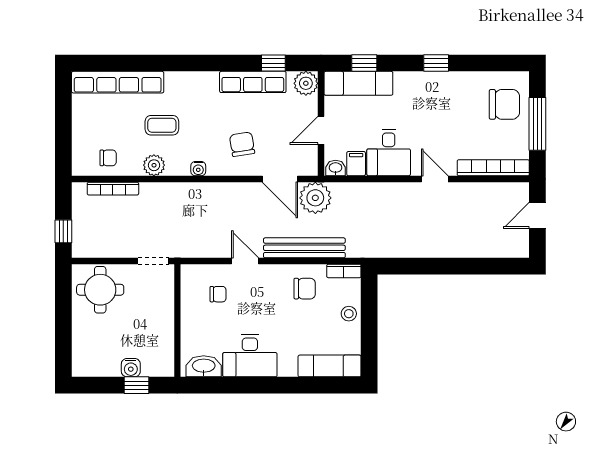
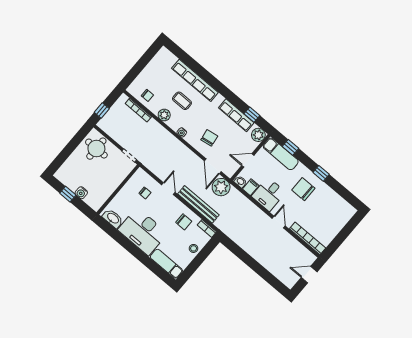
row of seats: (118, 82) -> (195, 80), moved
chair: (504, 104) -> (303, 189), moved, turned 180
window: (537, 124) -> (342, 236), removed
desk: (250, 356) -> (143, 231), width x1.36, depth x1.30
window: (137, 385) -> (68, 194), moved

